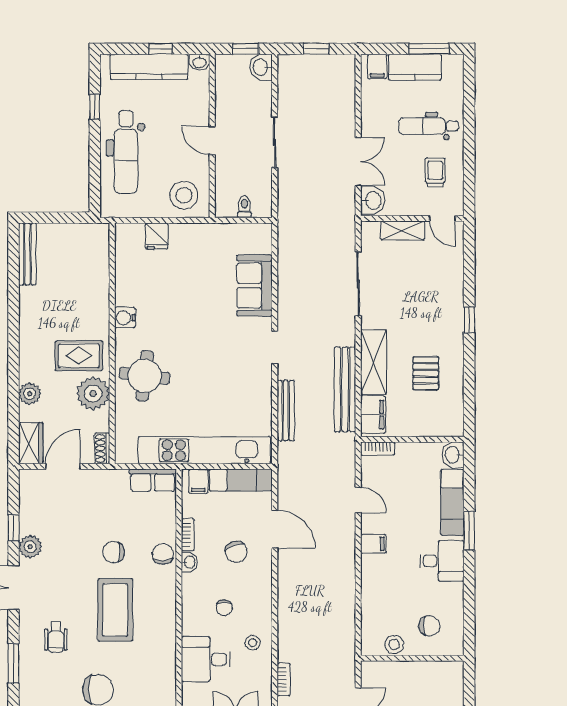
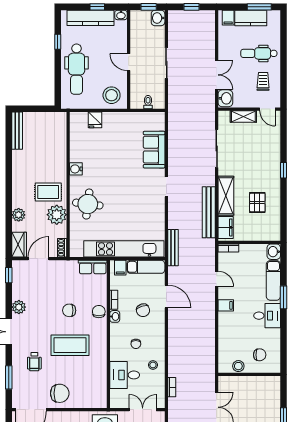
bench: (286, 411) -> (173, 248), moved
window: (13, 528) -> (9, 275), moved
coffee table: (115, 610) -> (70, 345), turned 90

